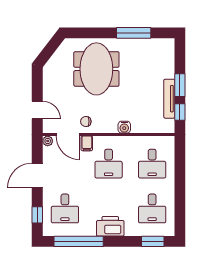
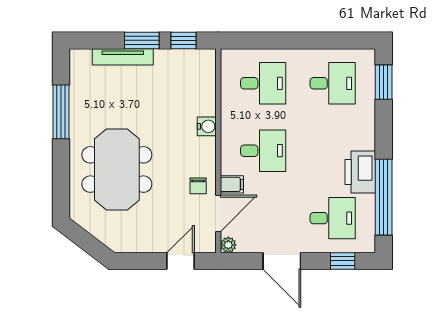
meeting table: (96, 69) -> (117, 169), turned 90
tv unit: (169, 99) -> (123, 57), moved
printer: (110, 226) -> (360, 172), moved

